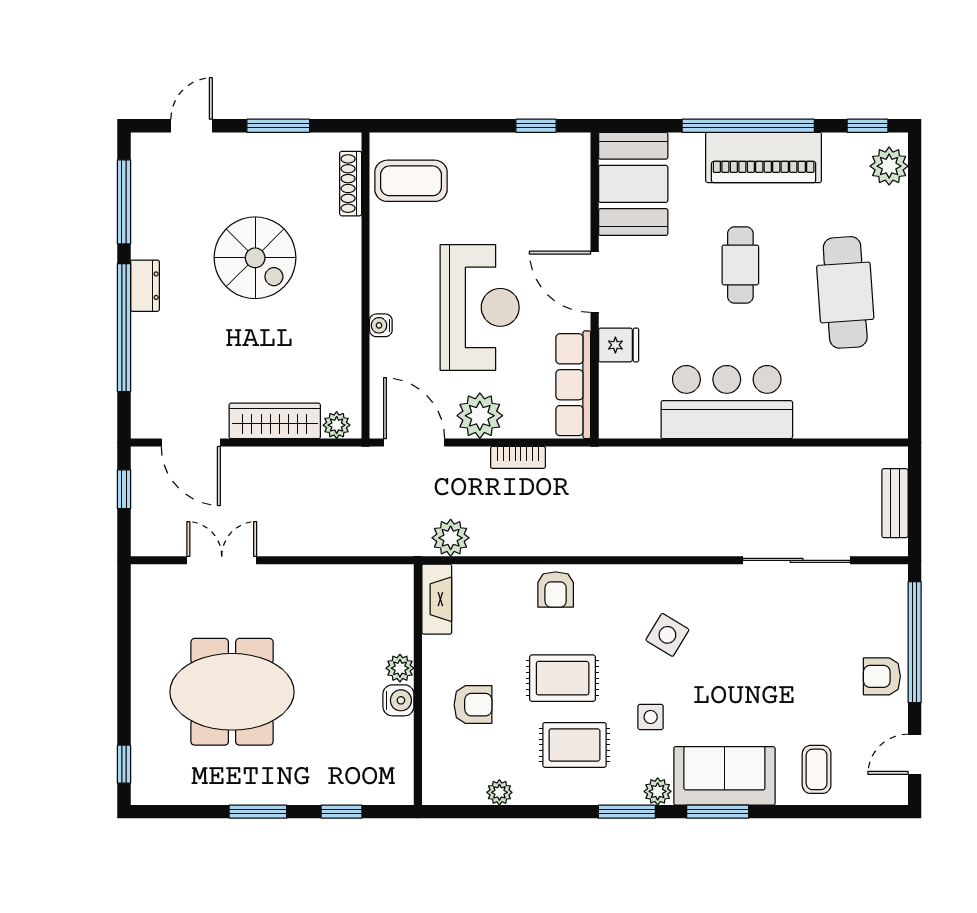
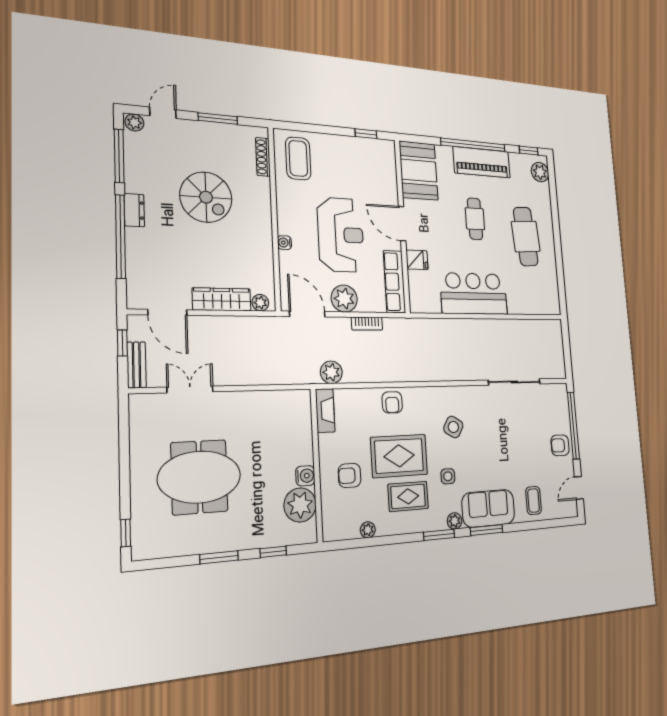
plant: (148, 146) -> (134, 122), added
coffee table: (411, 181) -> (298, 158), turned 90
bench: (895, 503) -> (136, 365), moved
plant: (400, 668) -> (300, 505), moved, width x1.87, depth x1.87
rug: (563, 678) -> (399, 456), width x1.36, depth x1.43
armchair: (473, 705) -> (350, 475), turned 180

